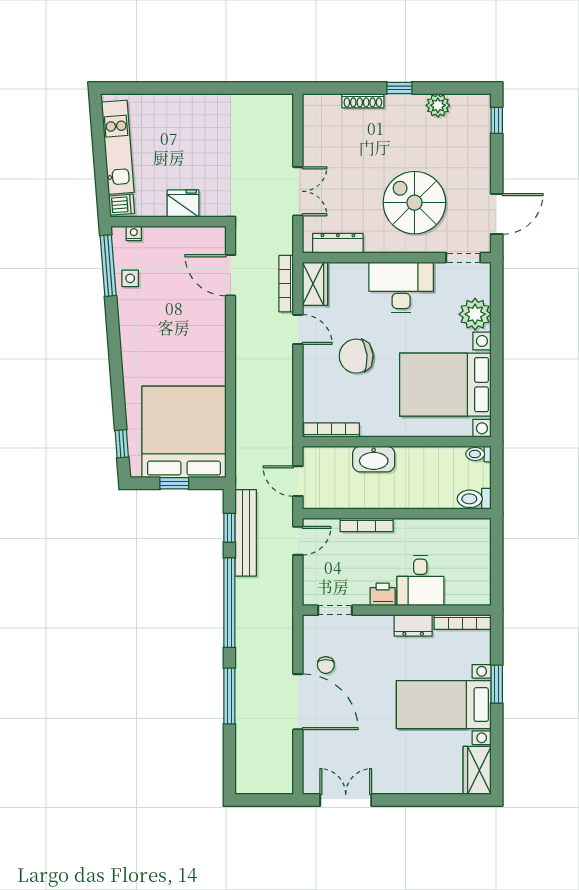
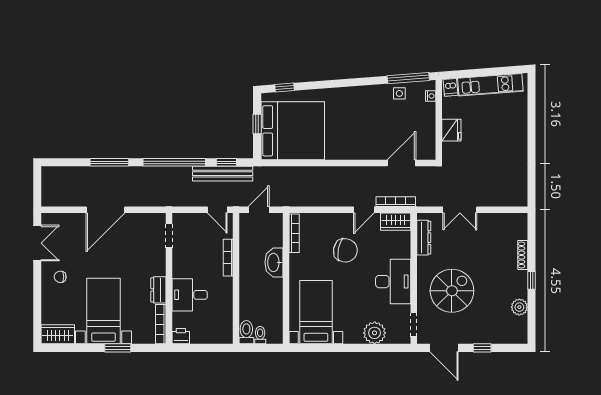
window: (497, 120) -> (482, 348), moved
chair: (356, 356) -> (345, 250), turned 106
bed with nightstands: (445, 385) -> (316, 312), width x0.73
toilet: (478, 454) -> (260, 335), moved
printer: (383, 594) -> (181, 336), moved, turned -90
chair: (326, 665) -> (60, 277), moved

